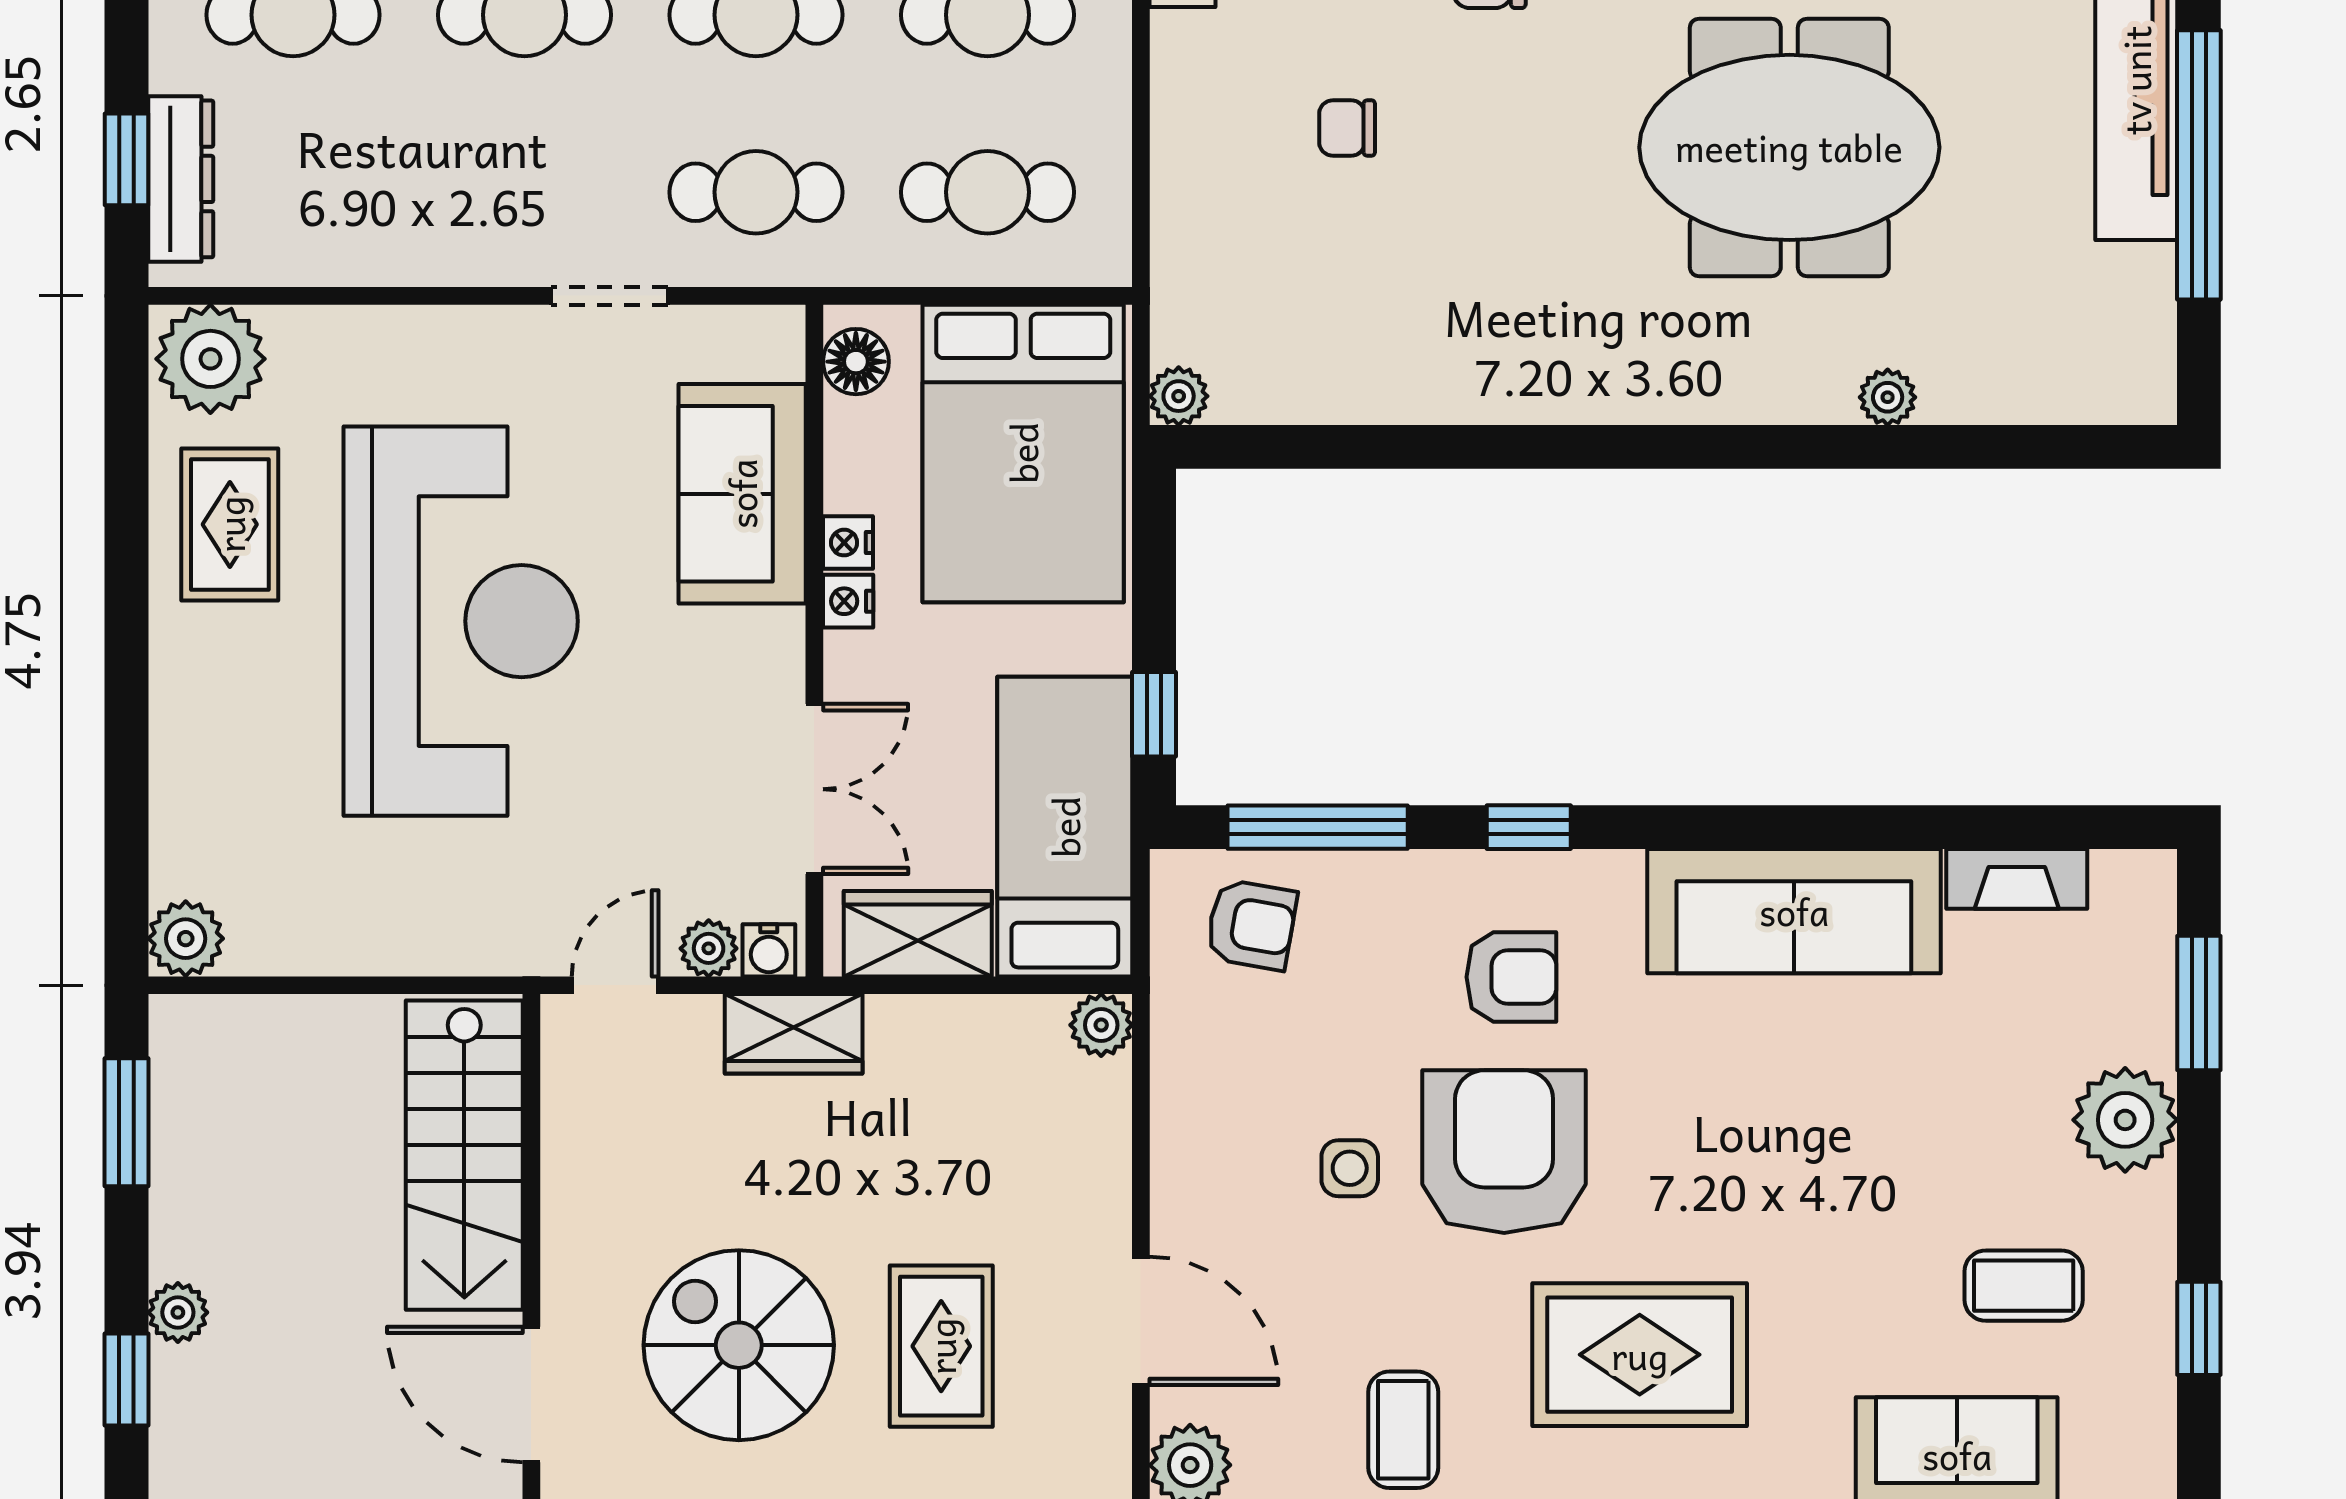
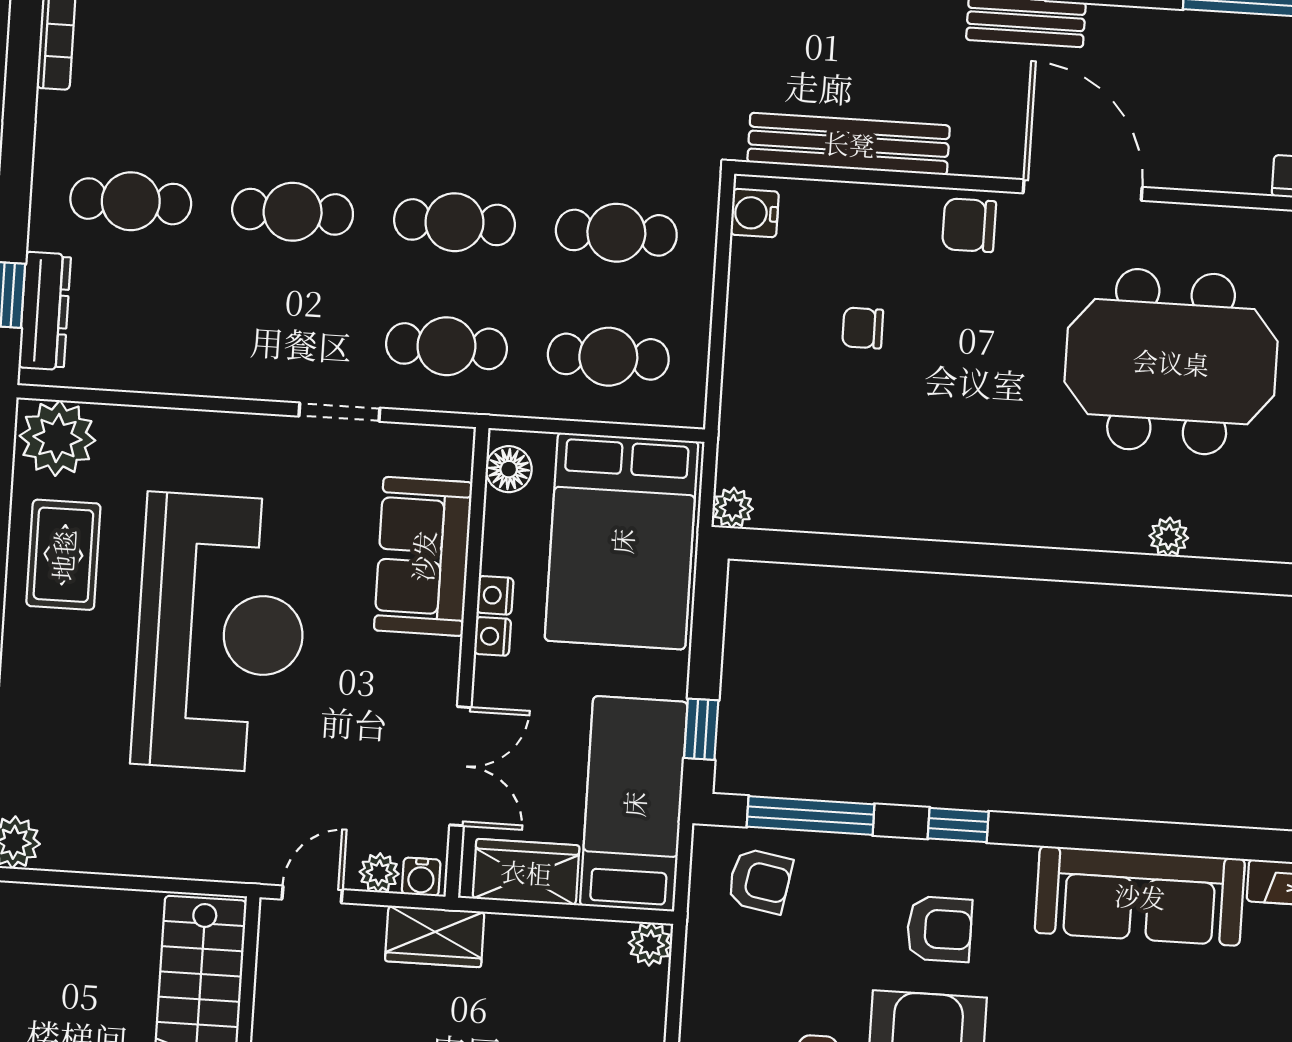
plant: (1888, 397) -> (1169, 537), moved

